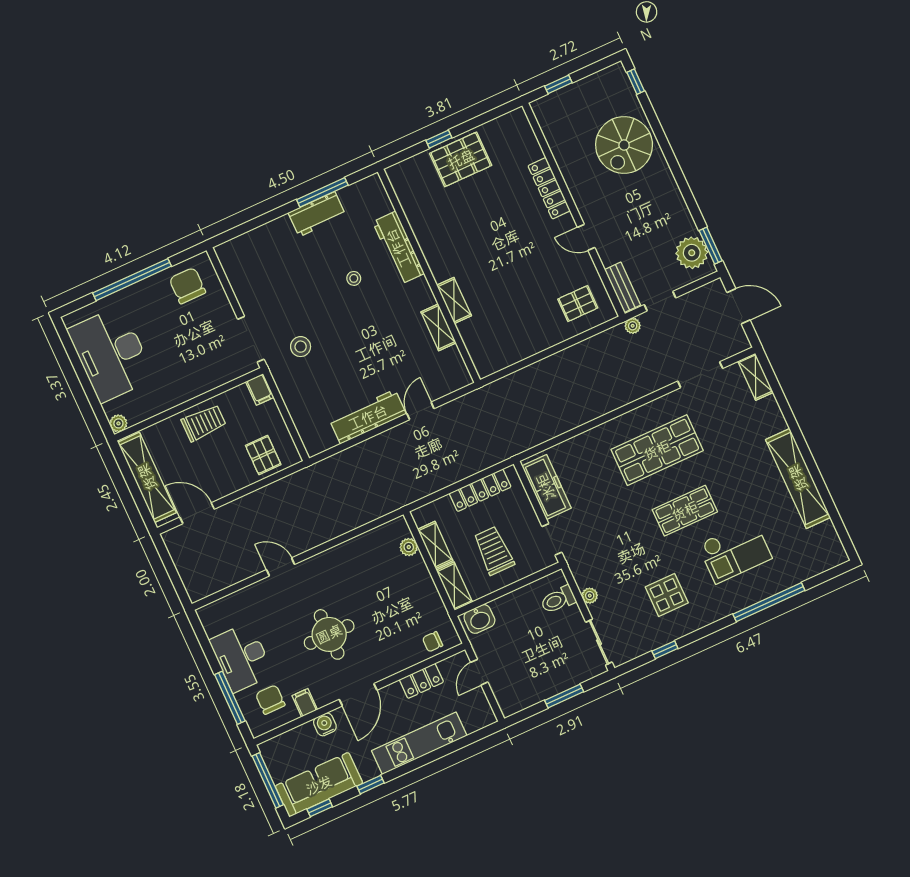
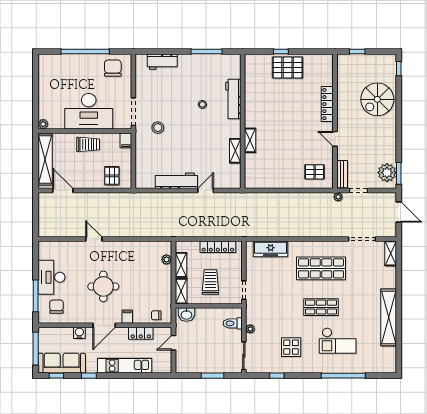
workbench: (317, 214) -> (162, 62), moved
desk: (111, 354) -> (89, 111), moved, turned -90
freezer: (546, 487) -> (271, 249), moved, turned 90
filing cabinet: (305, 703) -> (127, 317), moved

